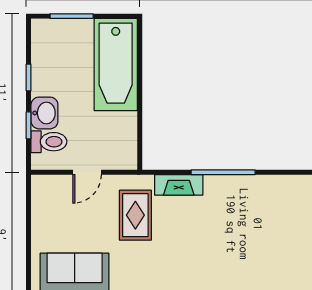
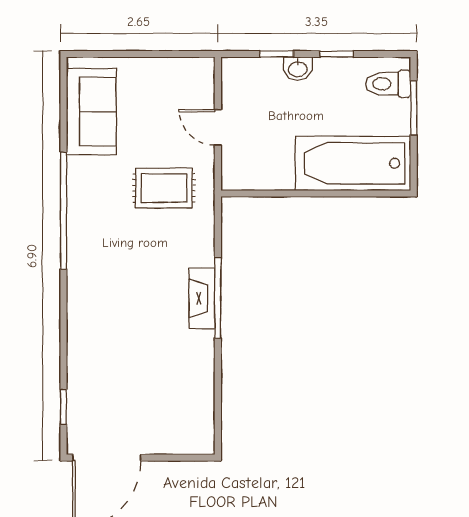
washbasin: (44, 113) -> (298, 69), width x0.72, depth x0.69
toilet: (49, 142) -> (388, 84), moved, turned 90
fireplace: (179, 185) -> (202, 298), moved

